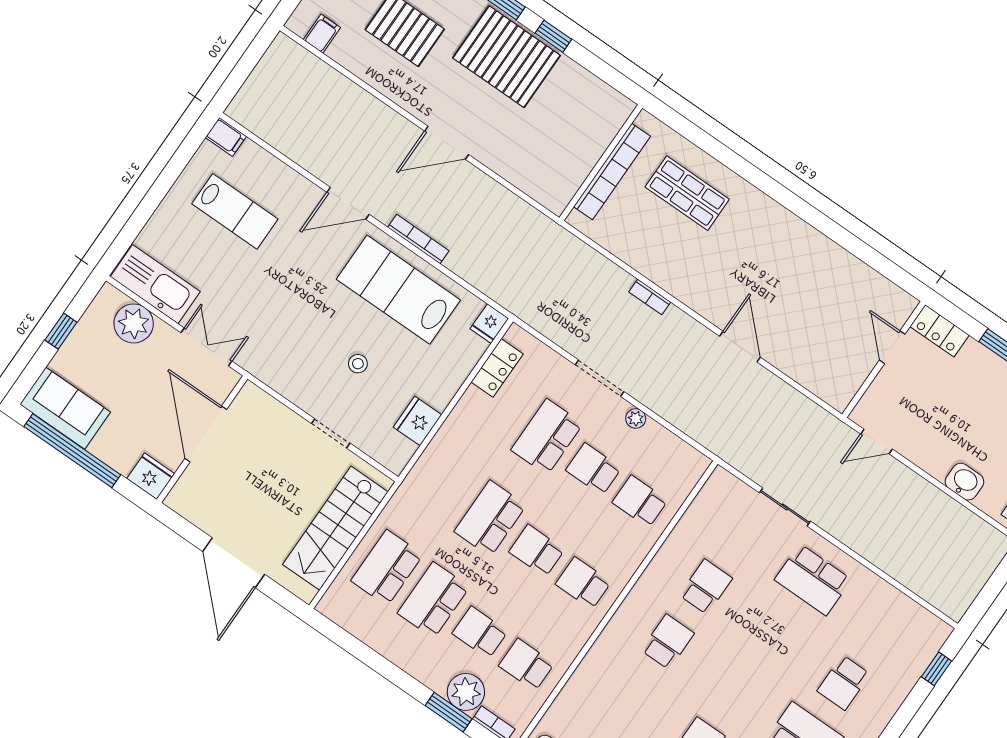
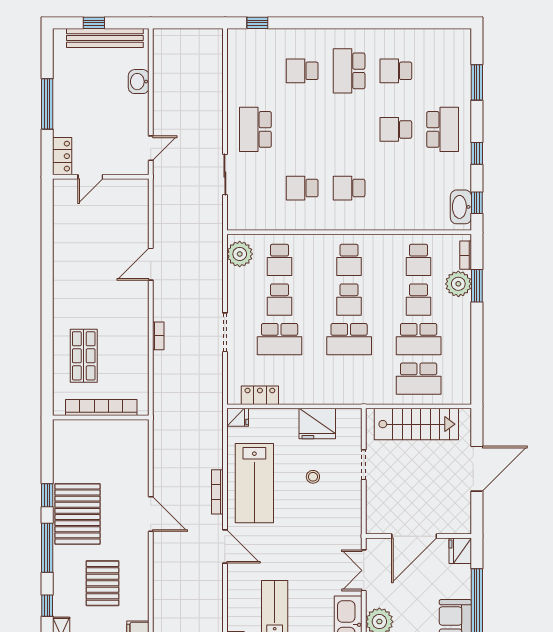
plant: (636, 418) -> (240, 254), moved, width x1.87, depth x1.87
fridge: (417, 421) -> (317, 424), width x1.36, depth x1.34
door: (876, 441) -> (151, 148), hinge flipped
school desk: (813, 580) -> (255, 129), turned 180
school desk: (844, 682) -> (302, 71), turned 180

